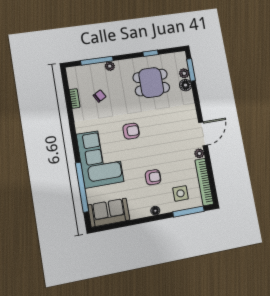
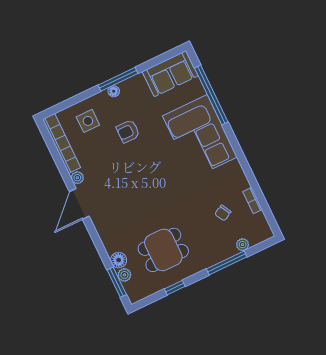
window: (97, 61) -> (227, 263), moved
plant: (110, 66) -> (243, 245), moved
armchair: (131, 131) -> (171, 181), removed
window: (188, 212) -> (118, 79), moved

